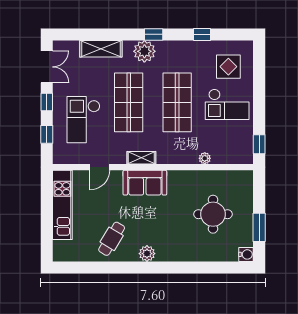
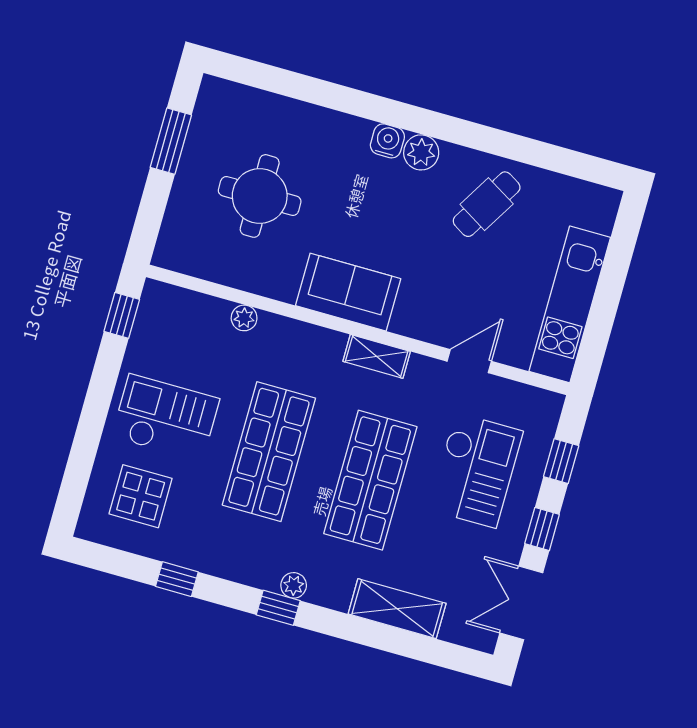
plant: (144, 51) -> (294, 585), width x0.53, depth x0.53
sofa: (145, 183) -> (348, 292), moved
water cooler: (246, 254) -> (387, 141), moved, turned 90

